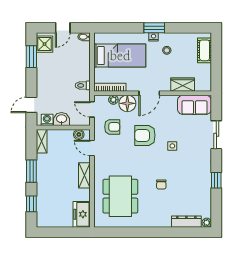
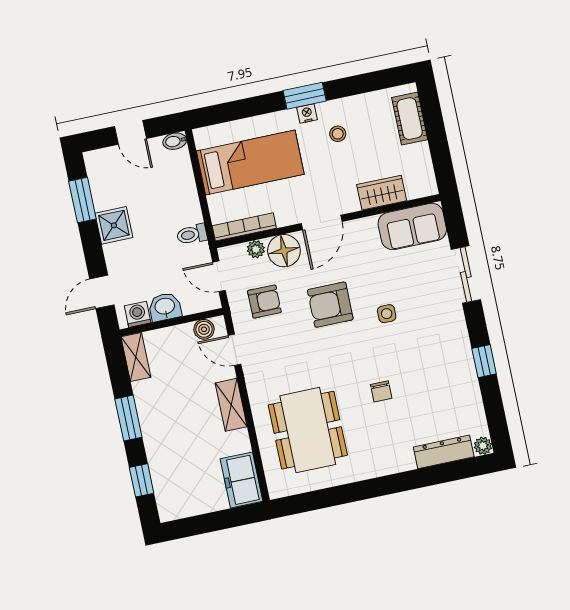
door: (63, 28) -> (131, 132), hinge flipped
shower: (45, 44) -> (114, 225), moved

